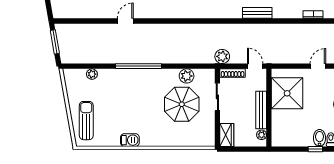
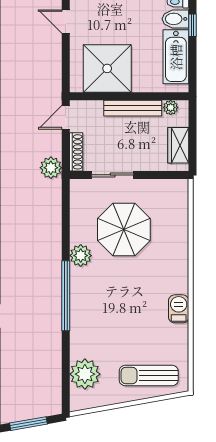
plant: (92, 74) -> (85, 374), width x1.87, depth x1.87
plant: (187, 76) -> (81, 256), moved
wardrobe: (227, 135) -> (178, 145), moved, turned -90
bathtub: (295, 138) -> (176, 57), added

